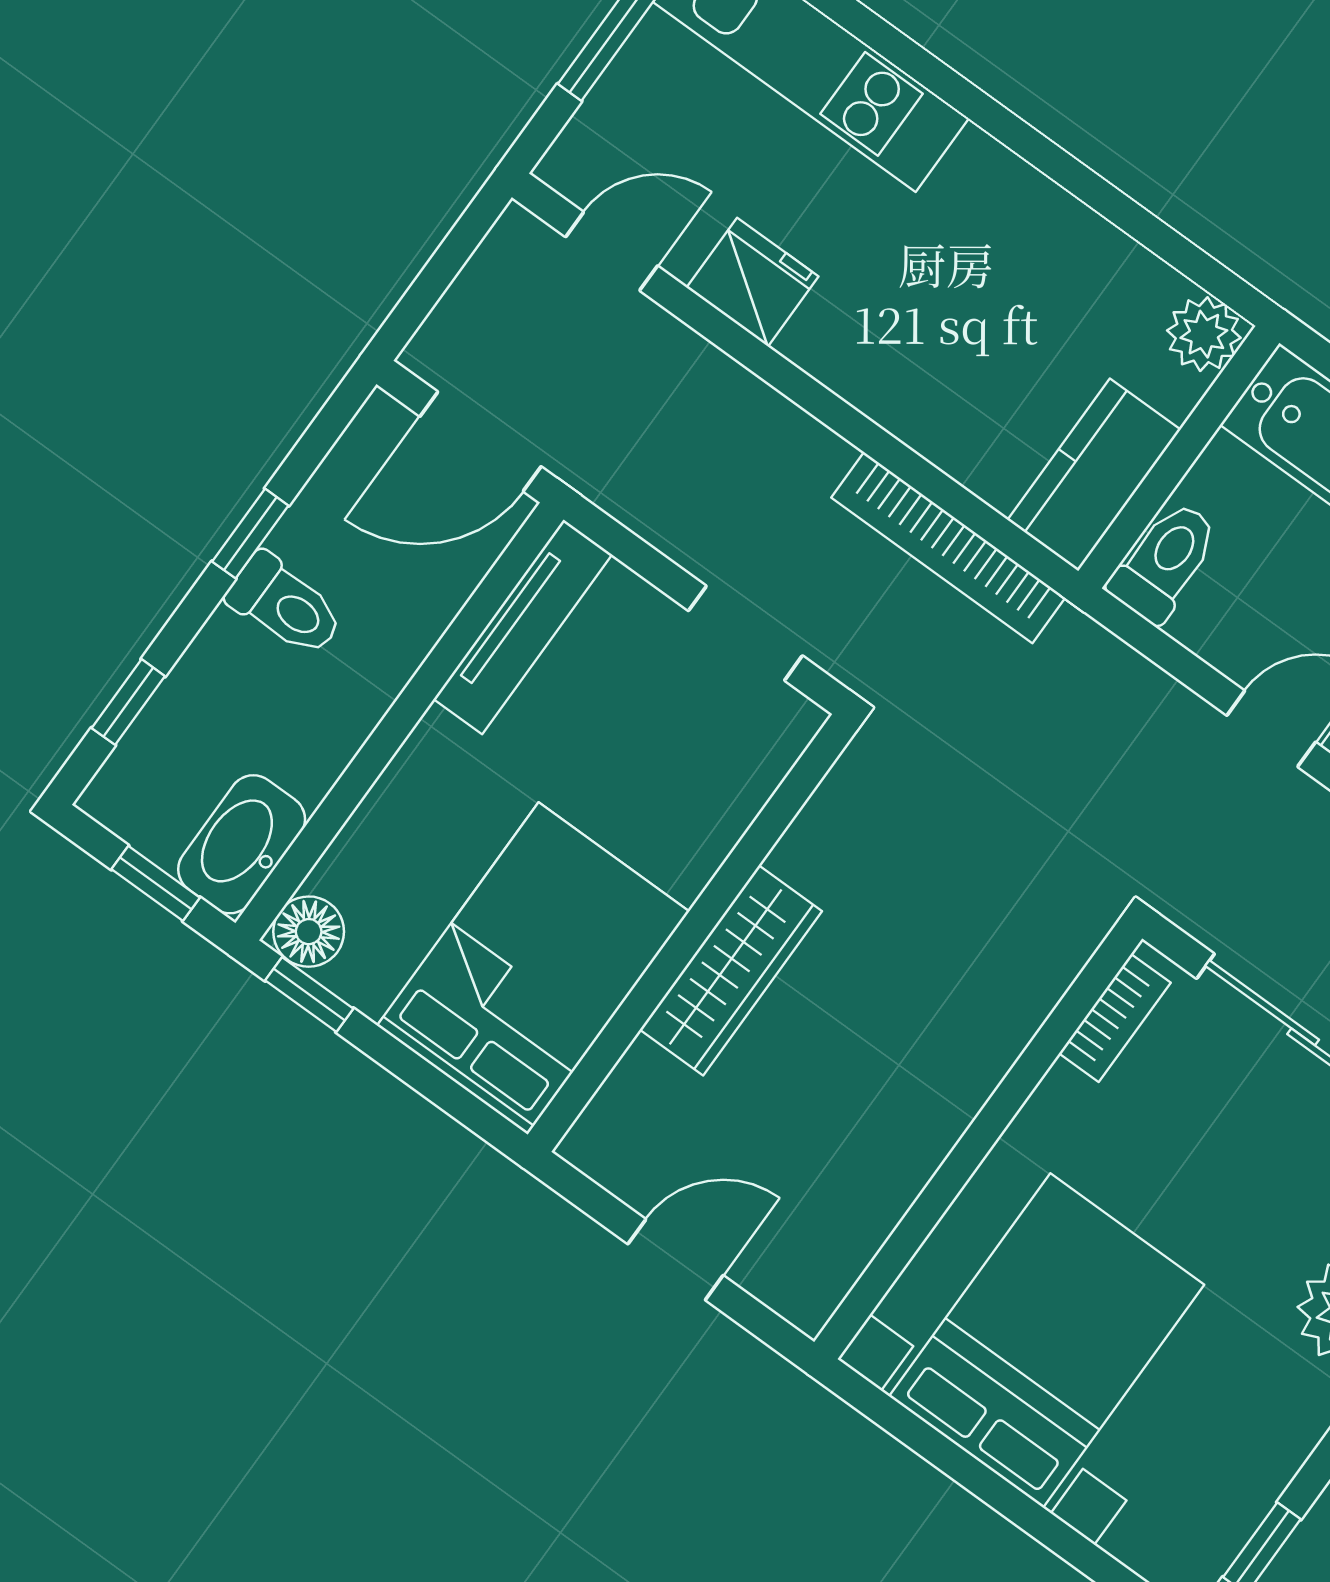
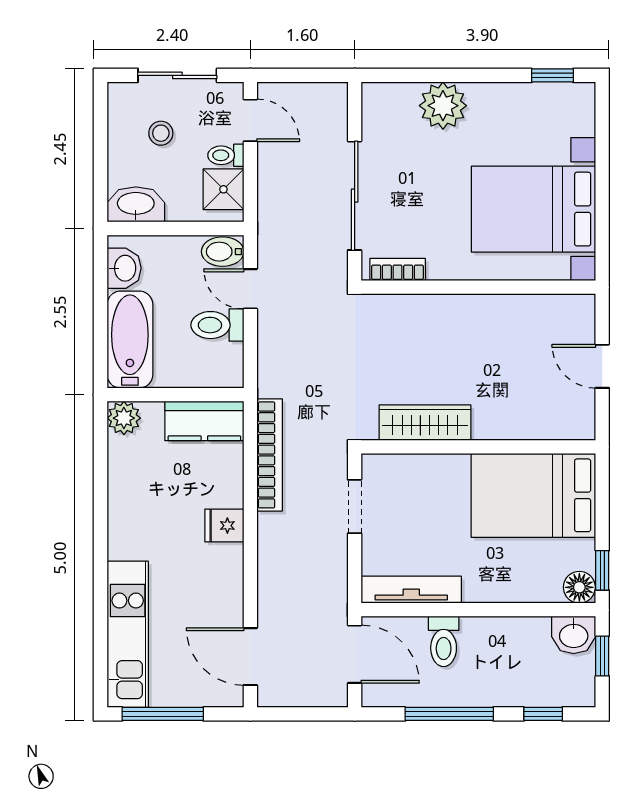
door: (612, 251) -> (250, 657), width x1.38
fridge: (753, 282) -> (224, 526), moved, width x0.72
window: (250, 534) -> (449, 714), width x2.17
toilet: (1165, 562) -> (217, 325), moved
toilet: (285, 605) -> (444, 641), moved, turned 180
washbasin: (242, 844) -> (574, 635), width x0.72
wardrobe: (731, 970) -> (425, 423), moved

